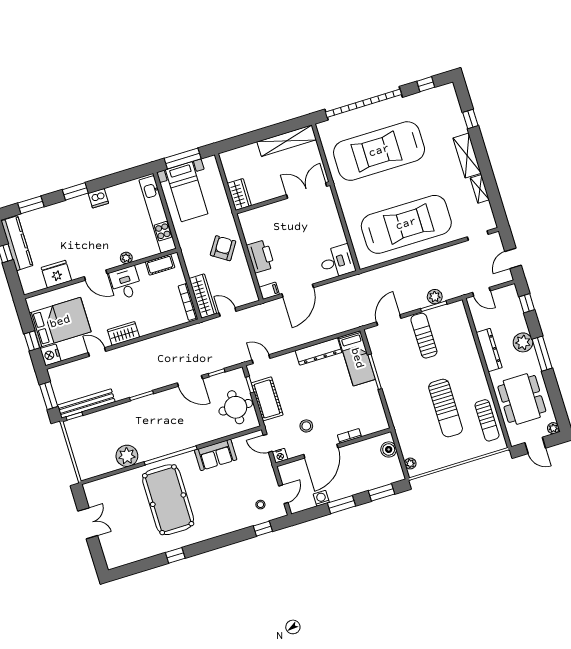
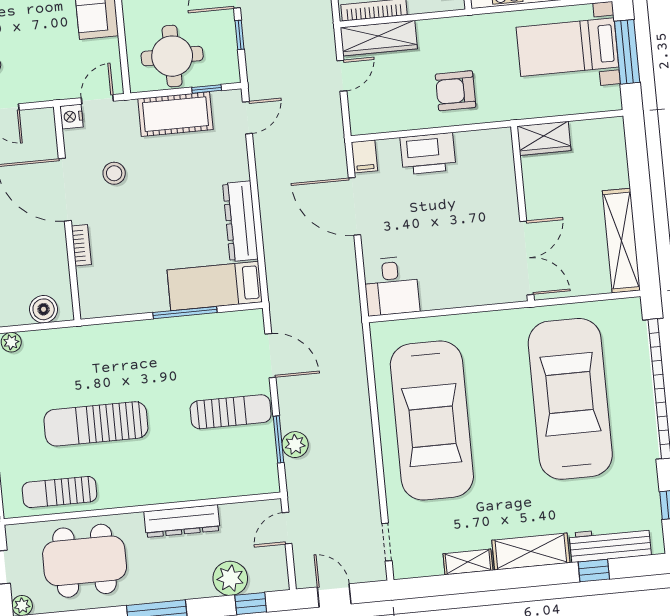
workbench: (454, 113) -> (610, 544), added
armchair: (223, 248) -> (456, 91), turned 147
plant: (523, 342) -> (230, 578), moved

